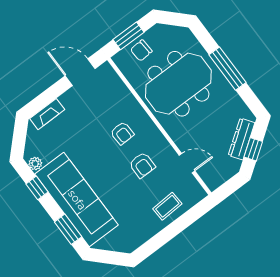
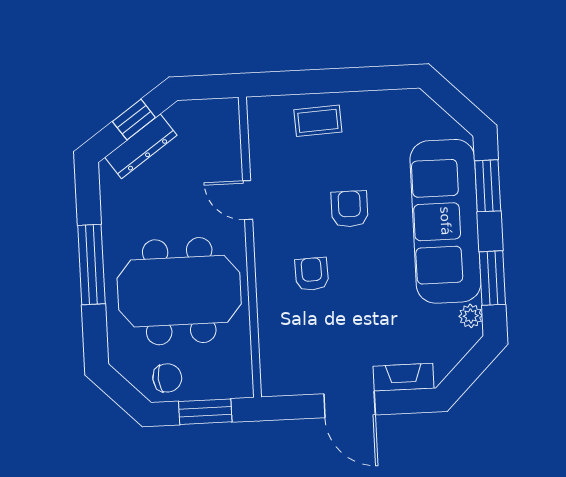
chair: (141, 50) -> (167, 378), moved
door: (80, 72) -> (350, 404), moved
door: (187, 163) -> (248, 200), moved
armchair: (142, 165) -> (349, 209), moved
window: (37, 188) -> (492, 278), width x1.50

